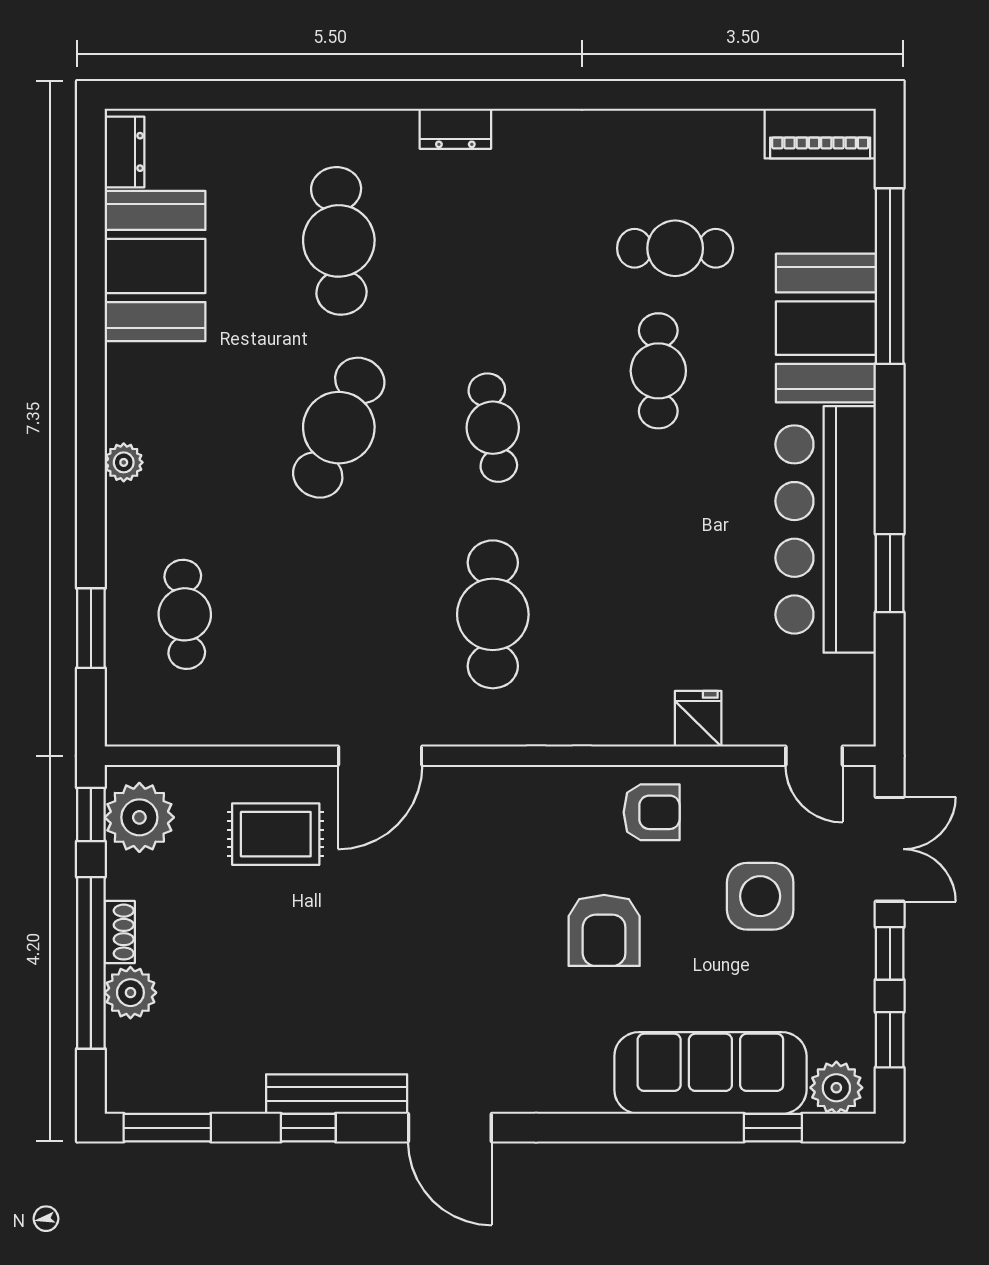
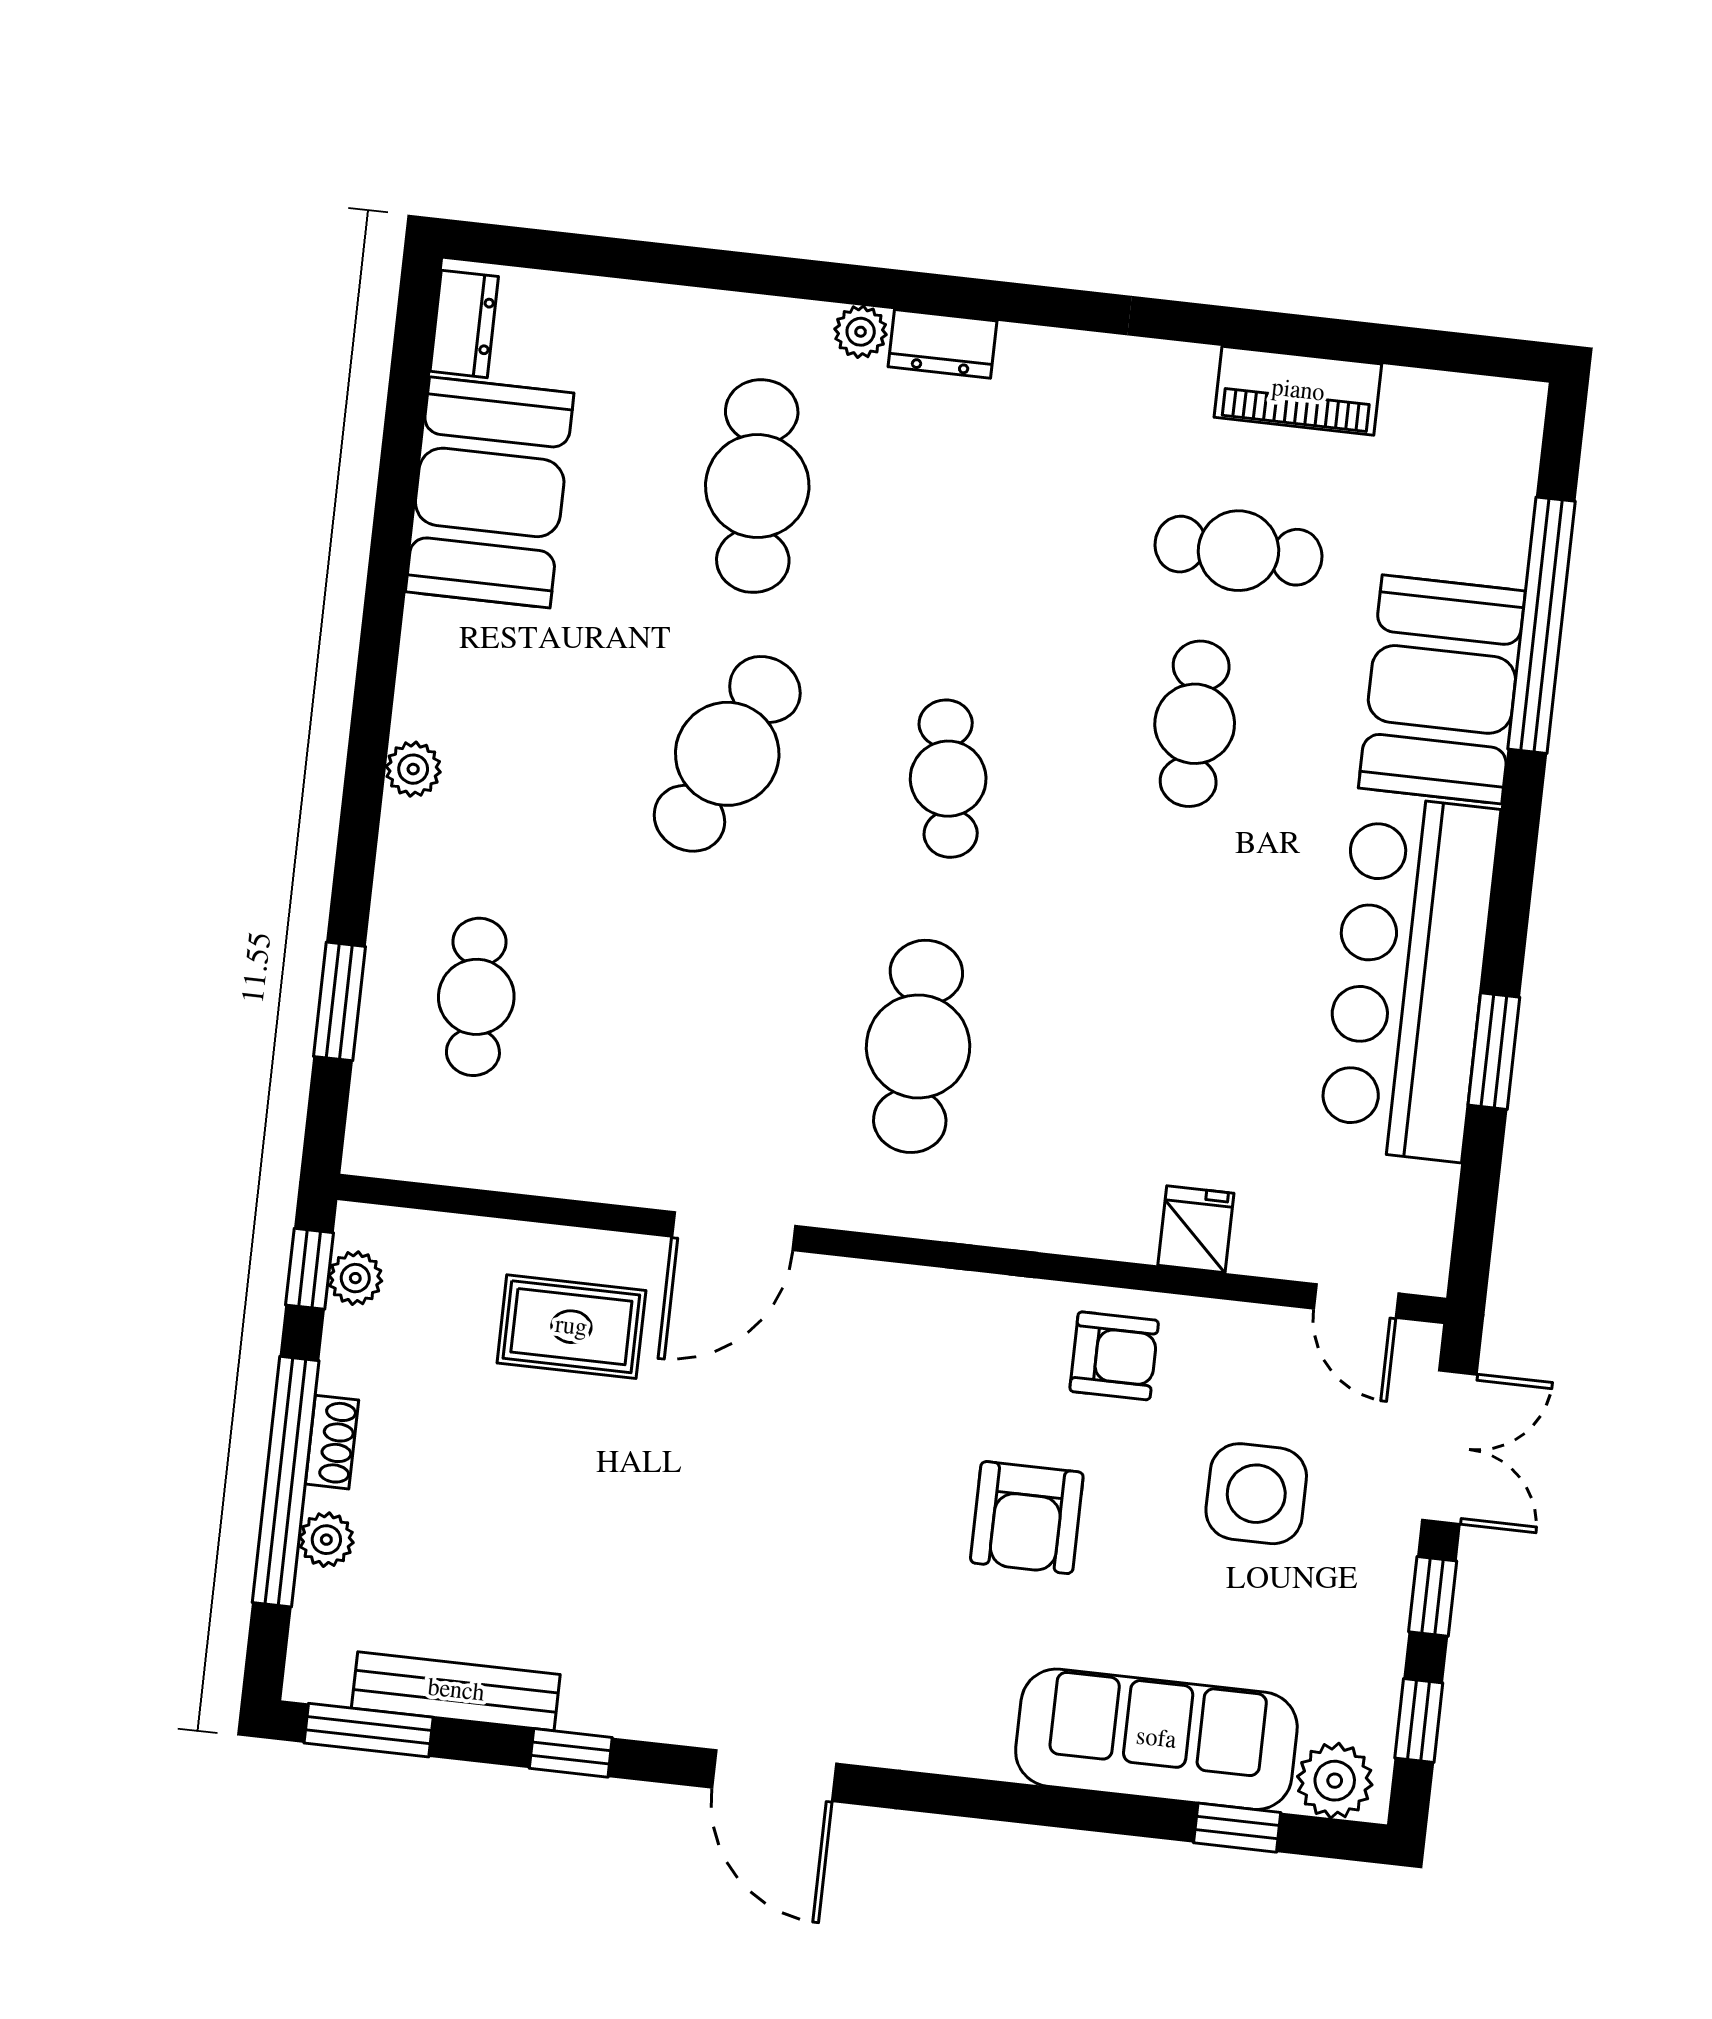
plant: (398, 127) -> (861, 332), added
piano: (820, 134) -> (1298, 391), moved
plant: (139, 817) -> (355, 1278), width x0.53, depth x0.53
plant: (130, 993) -> (326, 1540), width x0.73, depth x0.73
bench: (337, 1094) -> (456, 1691), moved

